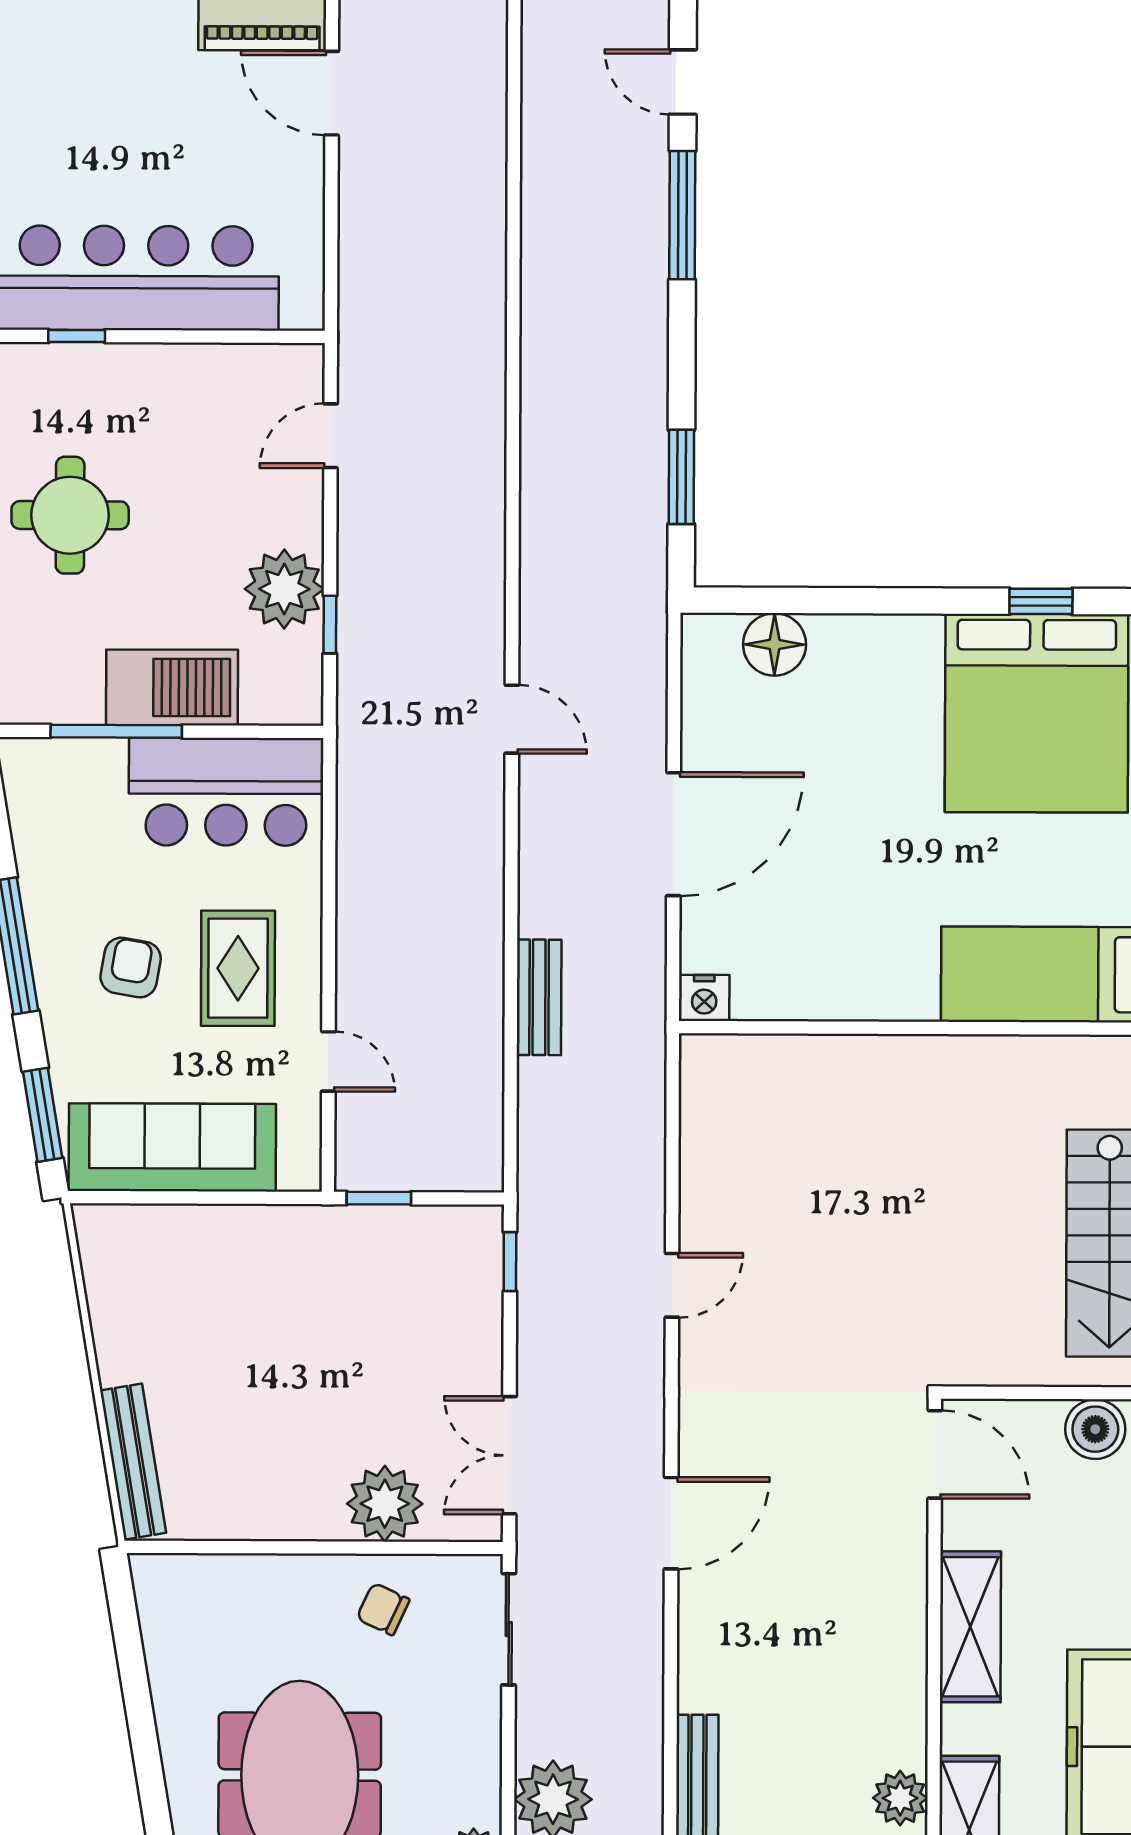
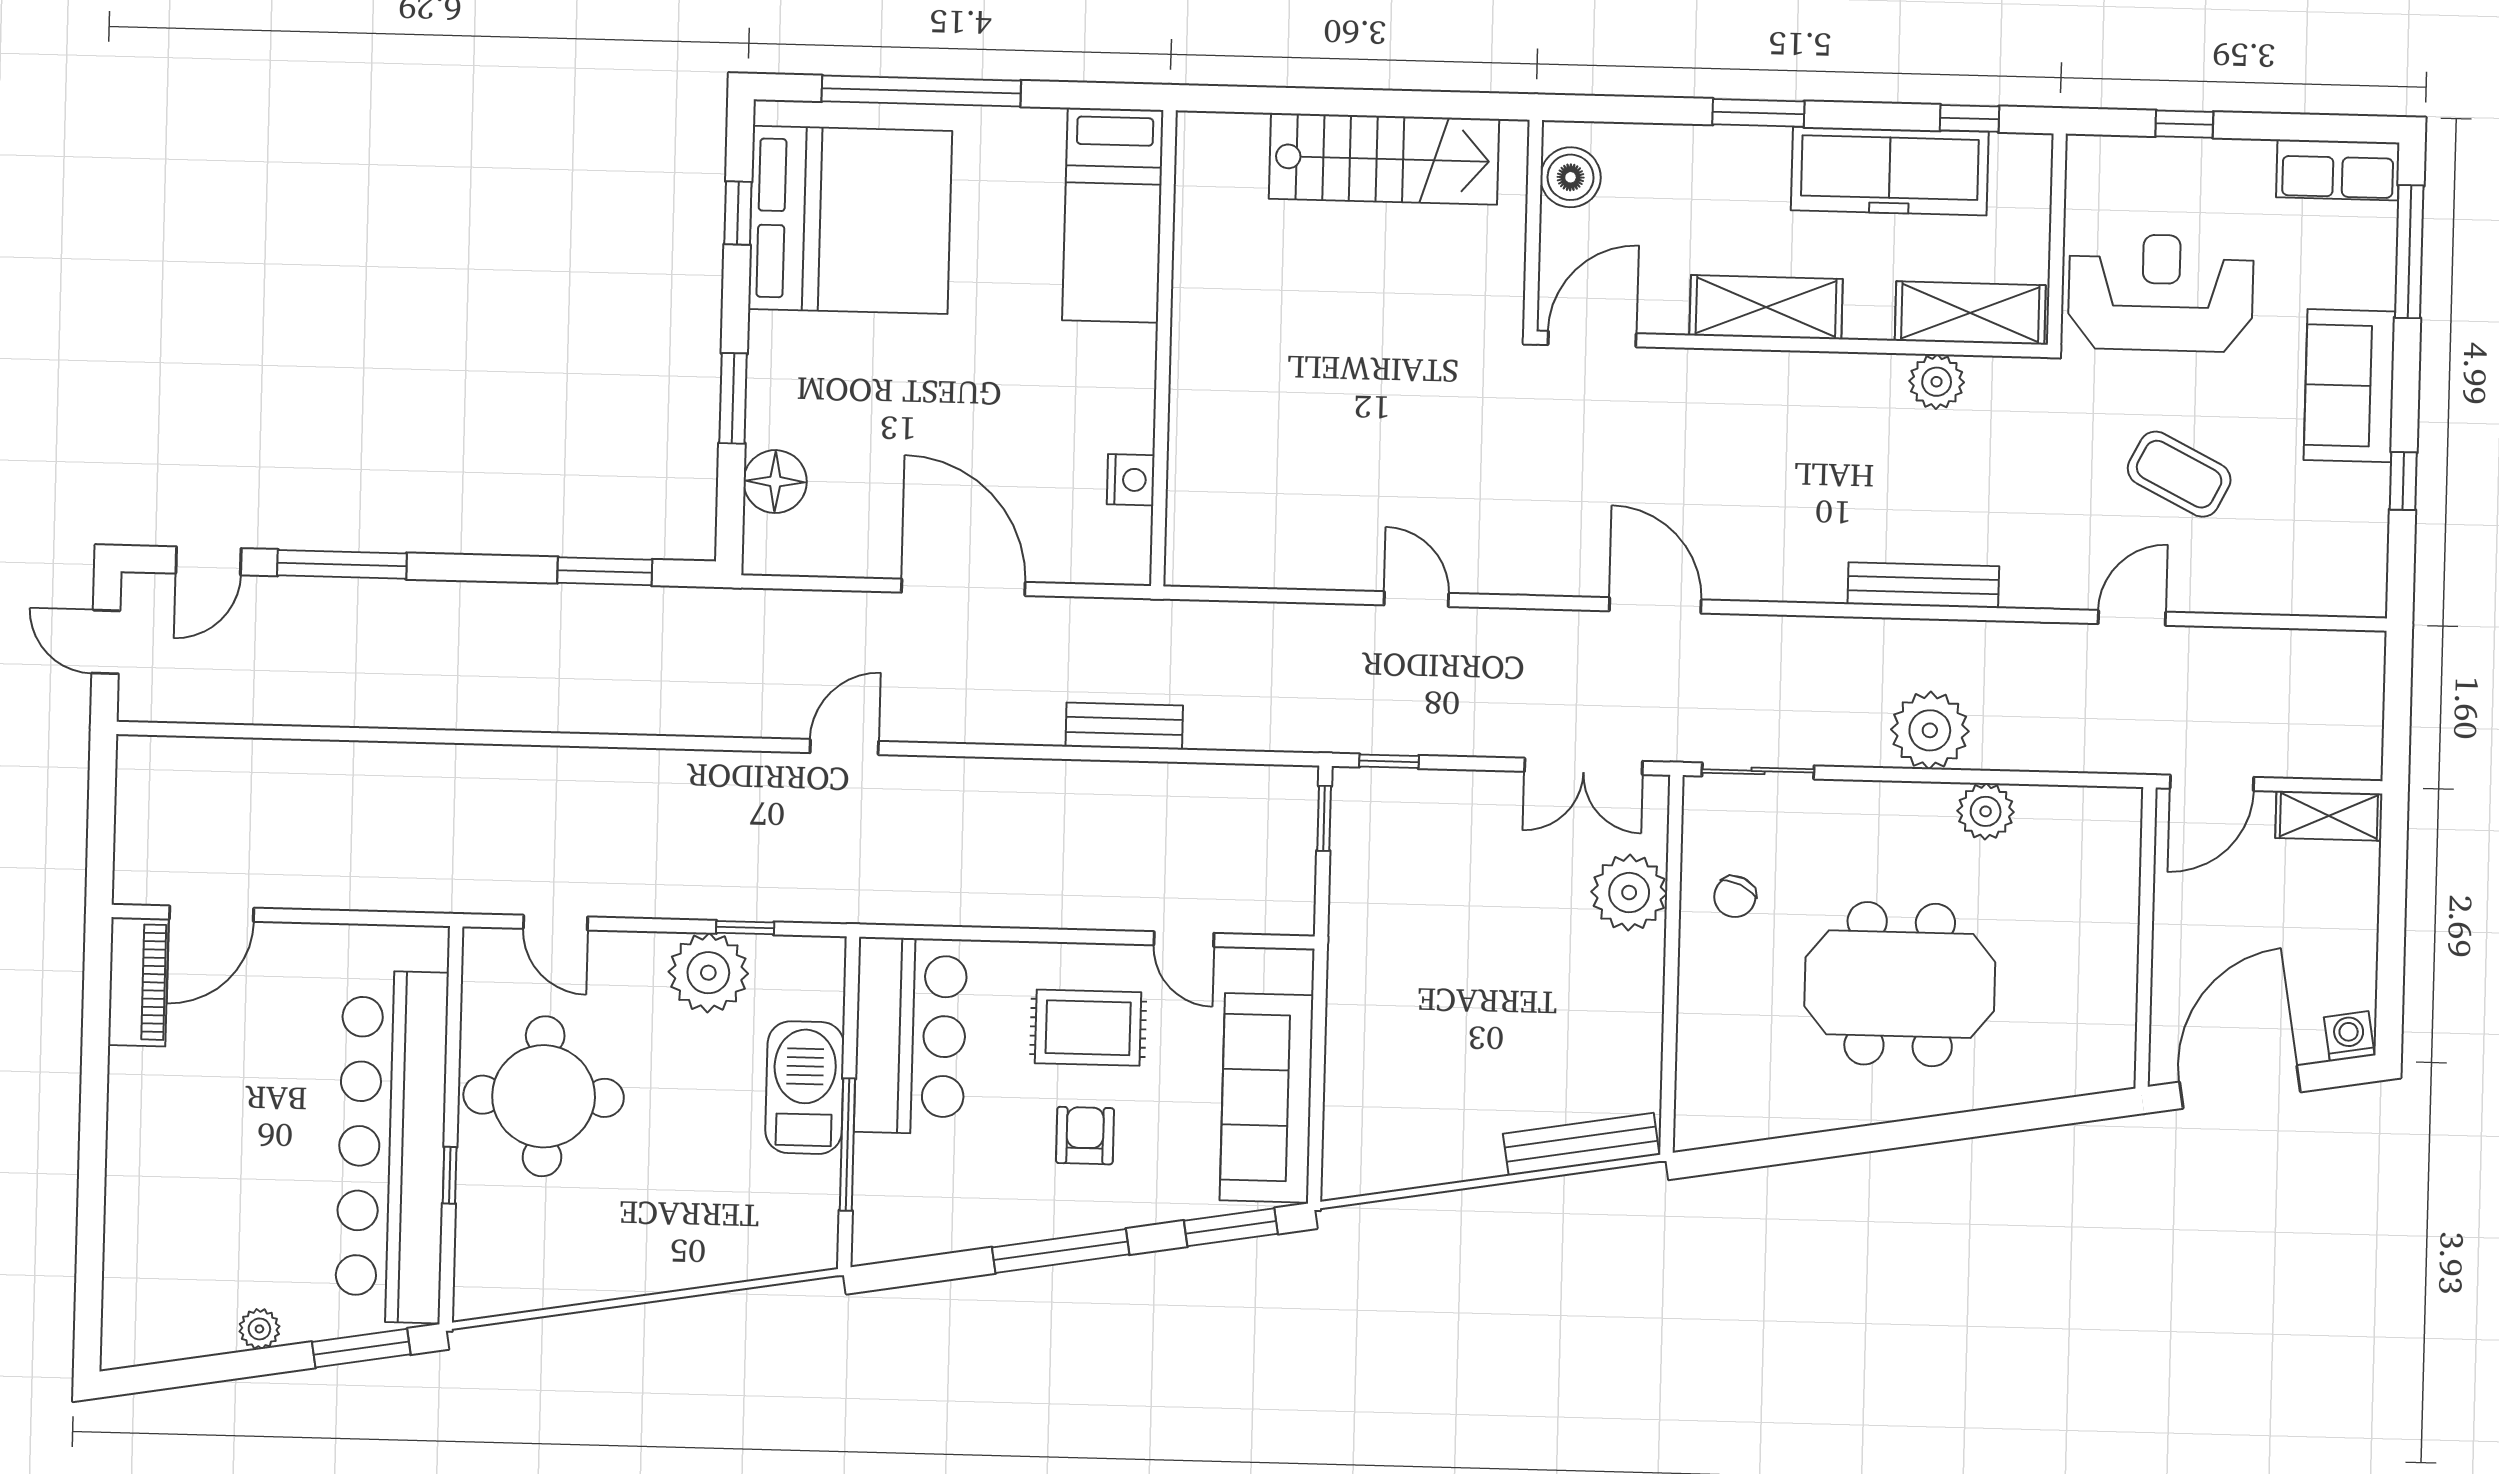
round table: (70, 515) -> (544, 1096), moved, width x1.36, depth x1.36
window: (856, 601) -> (733, 398), added
armchair: (131, 968) -> (1085, 1136), turned 80
nightstand: (704, 998) -> (1131, 480), moved
door: (328, 1061) -> (1184, 939), swing flipped
window: (379, 1198) -> (1324, 818), moved

